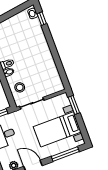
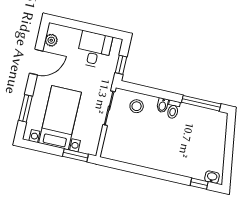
window: (65, 154) -> (26, 108), width x0.69

